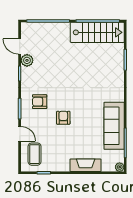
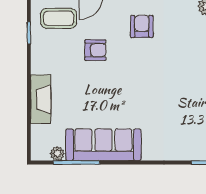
armchair: (63, 118) -> (95, 50), moved
plant: (120, 167) -> (57, 154), moved

